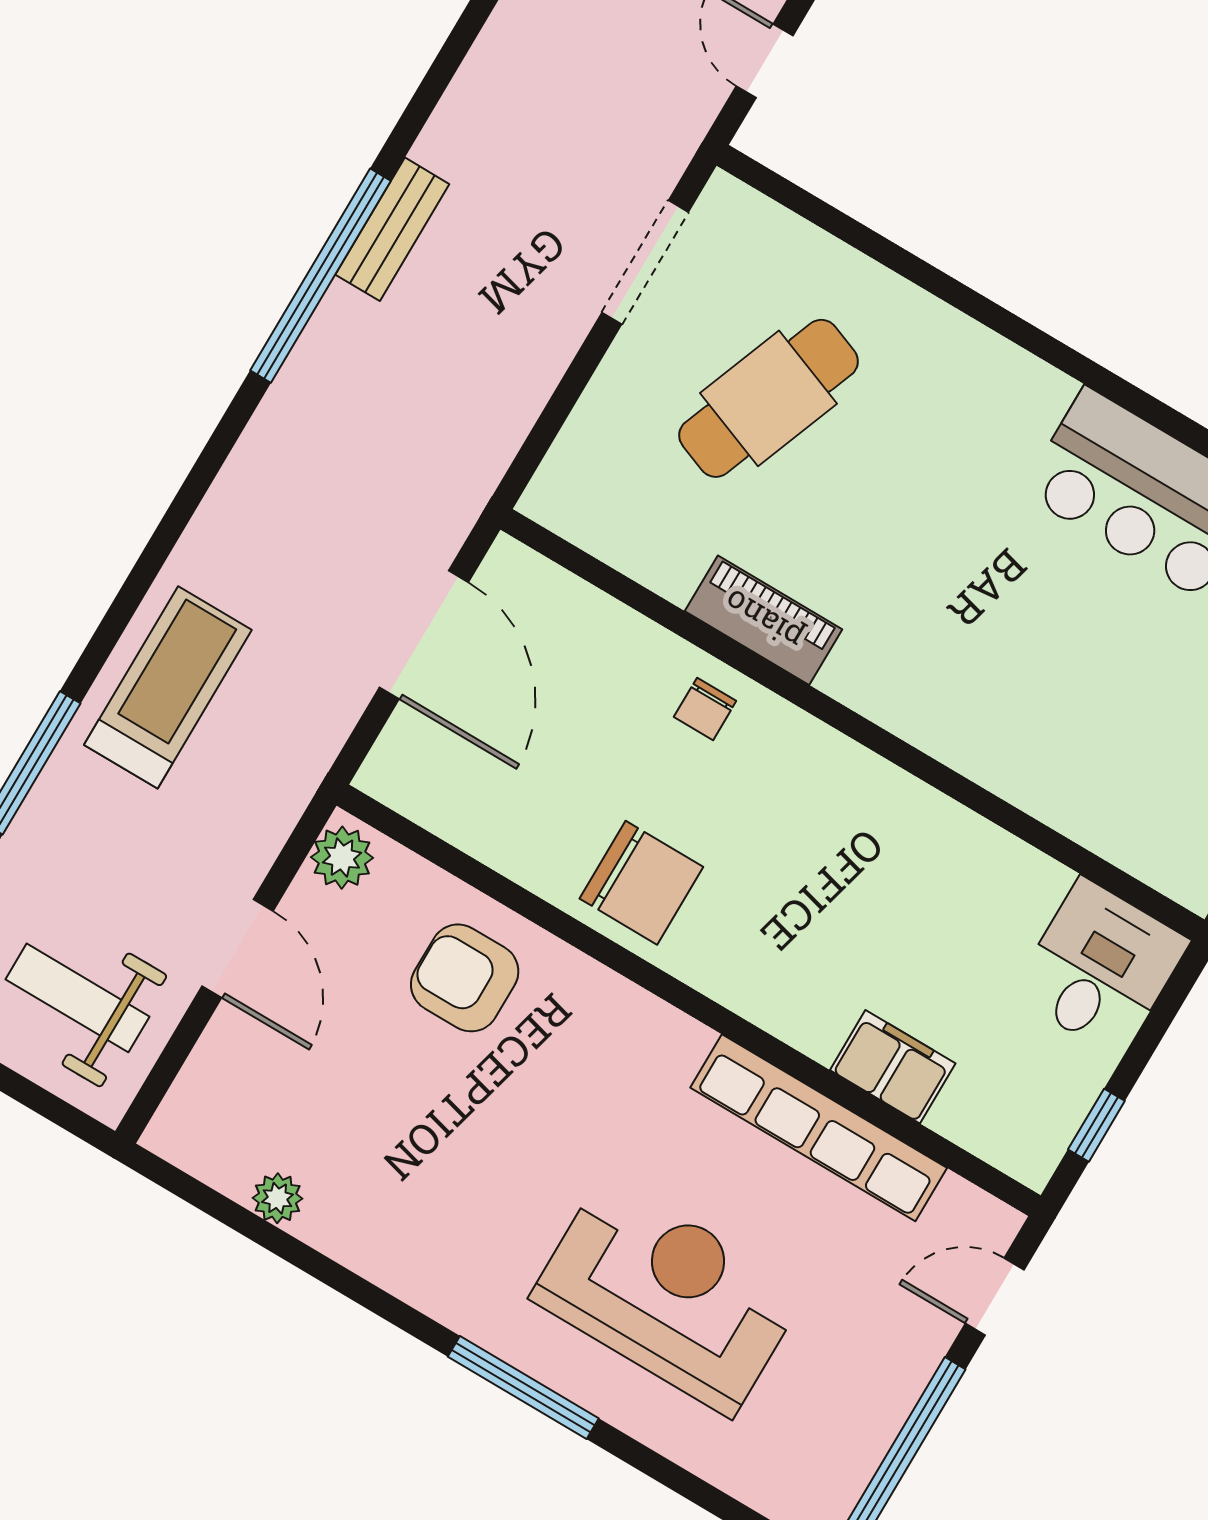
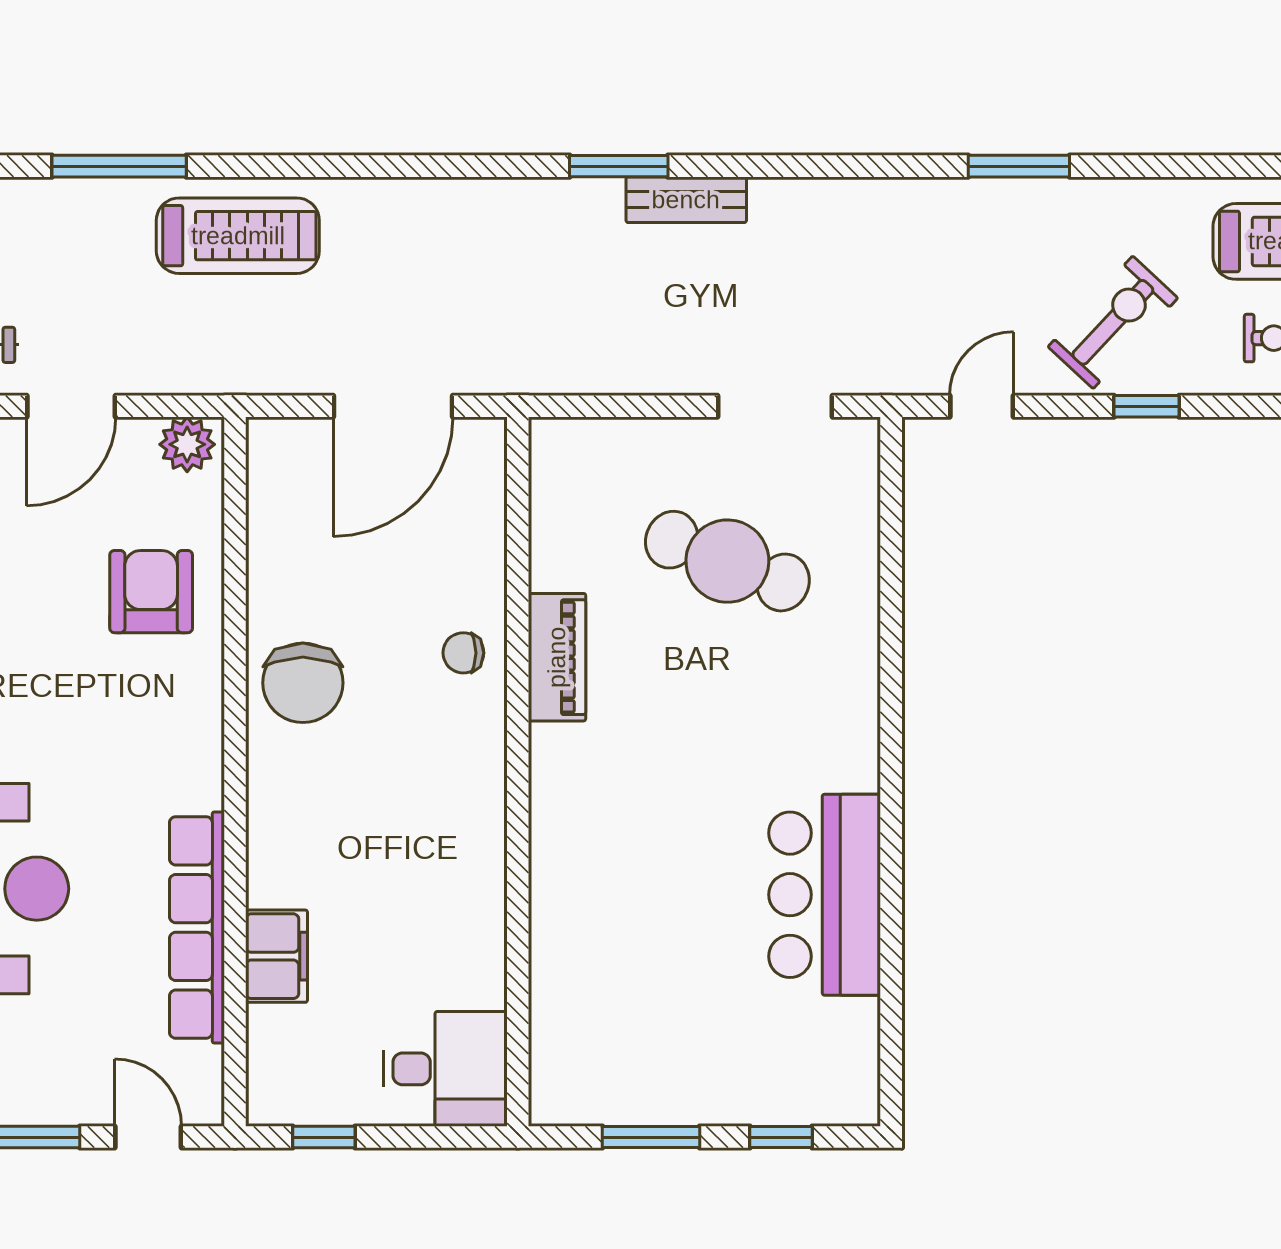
window: (321, 276) -> (619, 166), width x0.47

